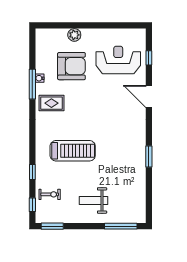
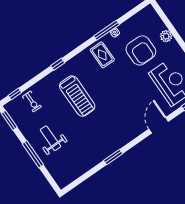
window: (32, 172) -> (58, 64), moved
window: (121, 226) -> (33, 154), moved

